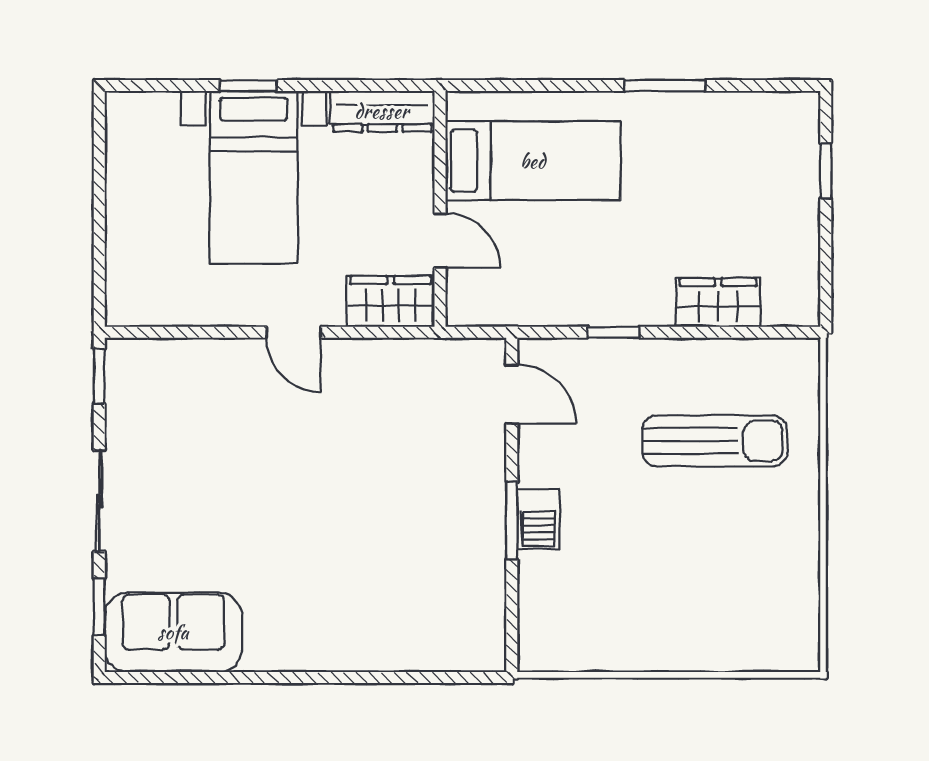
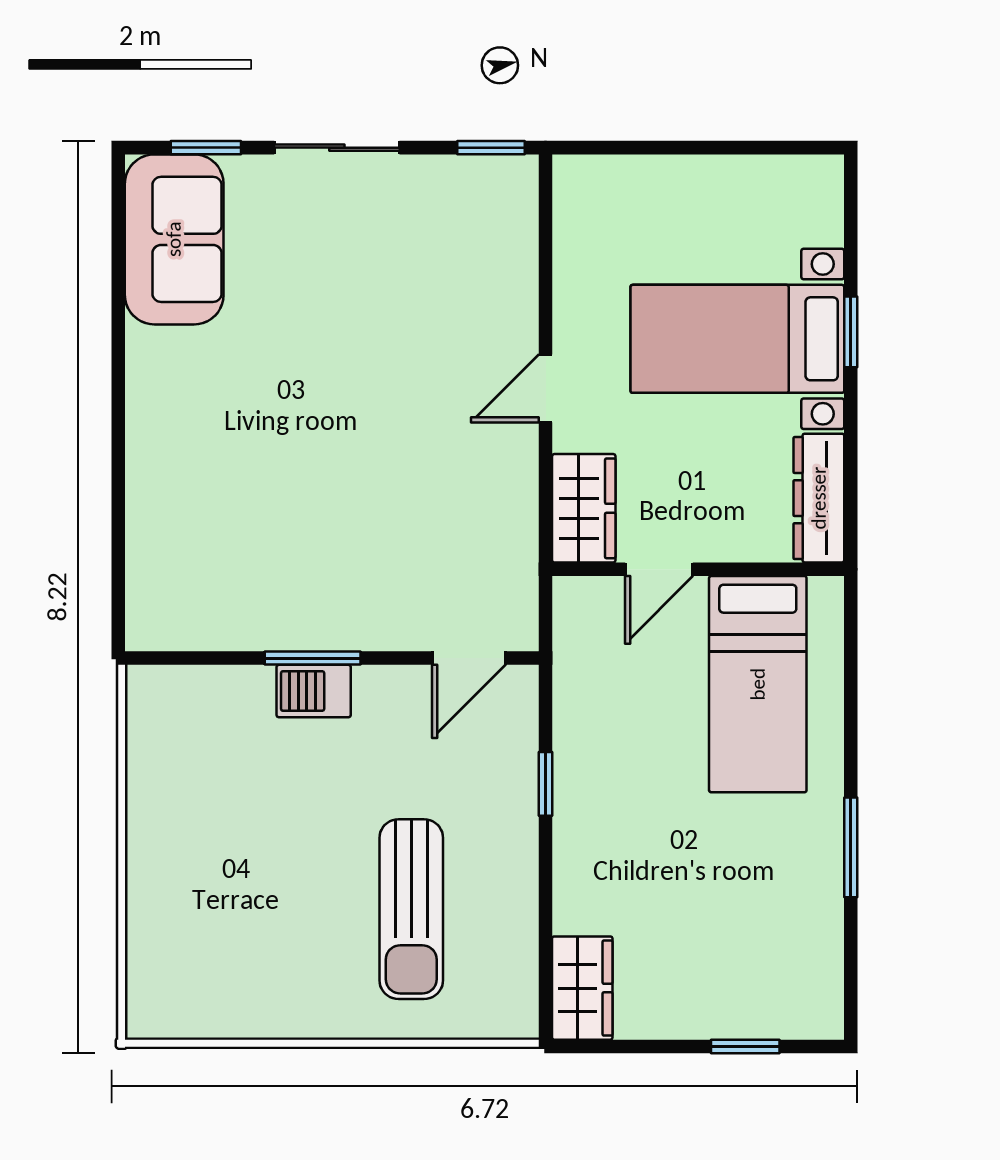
wardrobe: (718, 303) -> (582, 988), moved

